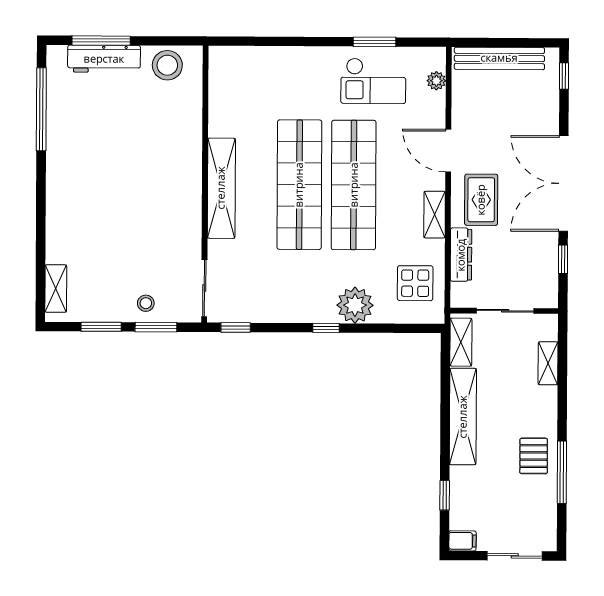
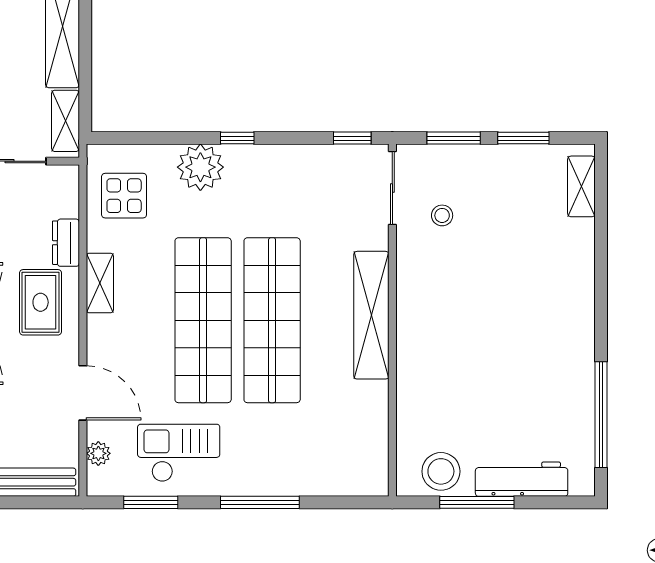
window: (101, 41) -> (477, 502), moved
window: (310, 42) -> (260, 502), added
window: (375, 42) -> (151, 502), moved
door: (448, 151) -> (83, 393), moved
dresser: (461, 255) -> (66, 243), width x0.70
stool: (146, 303) -> (442, 215), moved

